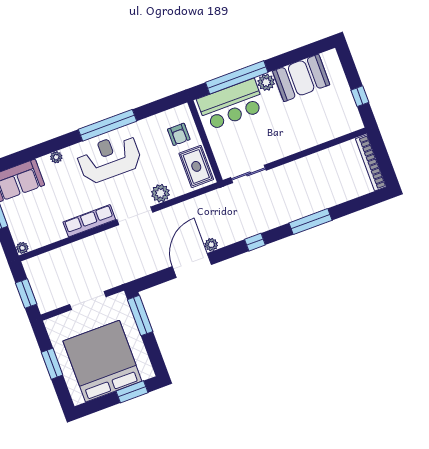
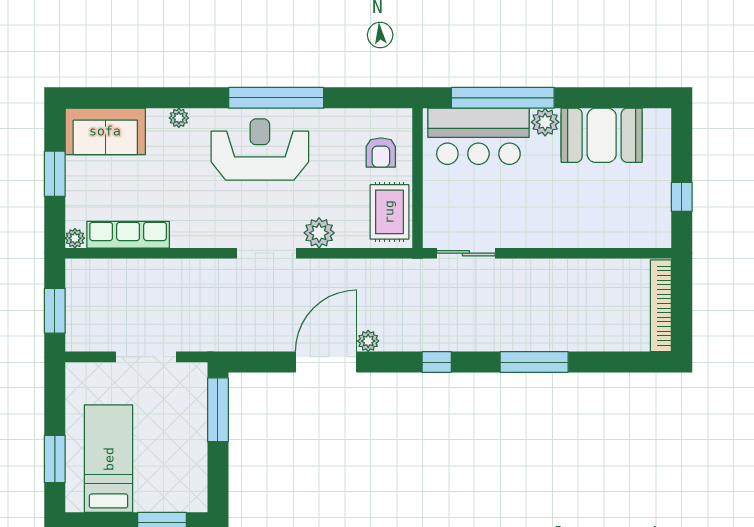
row of seats: (89, 221) -> (128, 235), moved
bed: (102, 361) -> (109, 459), width x0.49
window: (52, 364) -> (55, 459), moved

